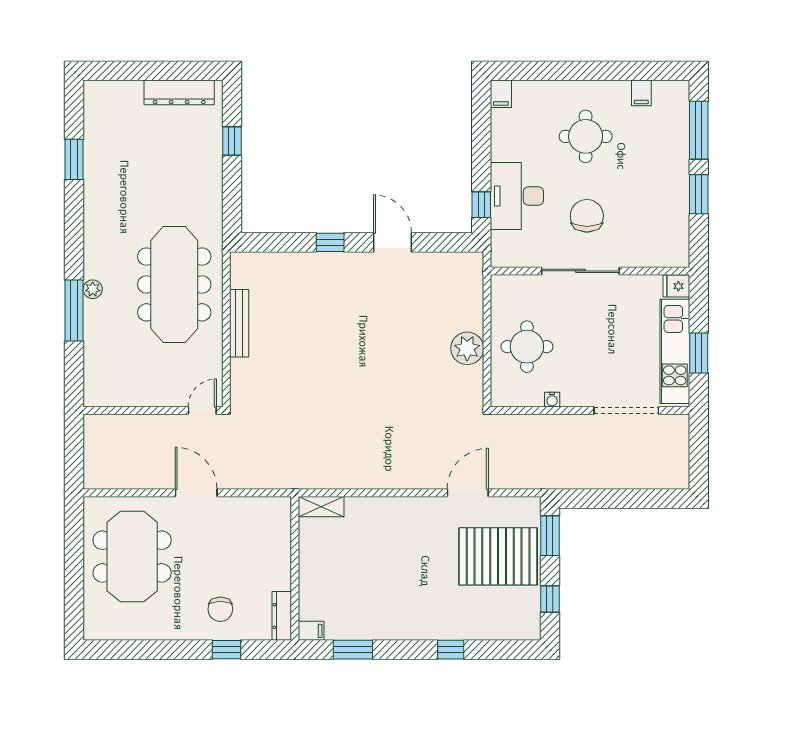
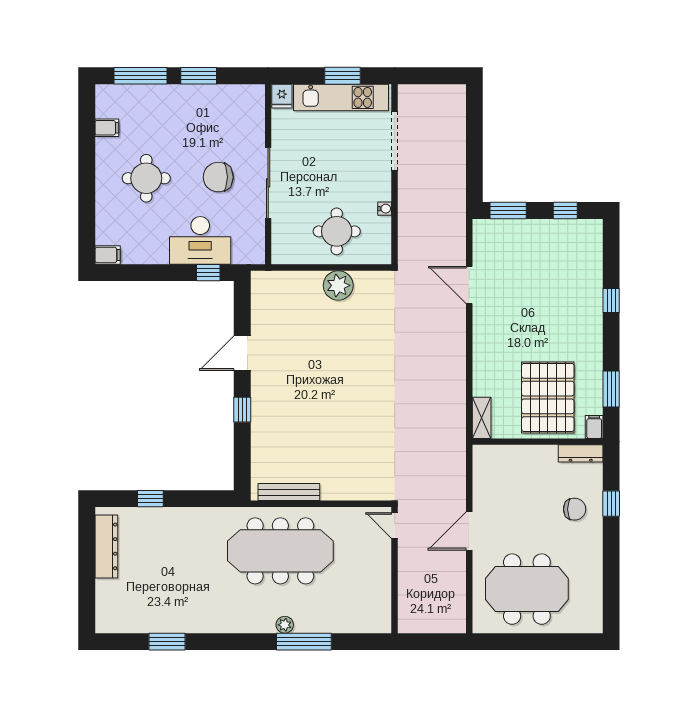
bench: (239, 323) -> (289, 492), moved
pallet: (498, 556) -> (548, 397), moved

